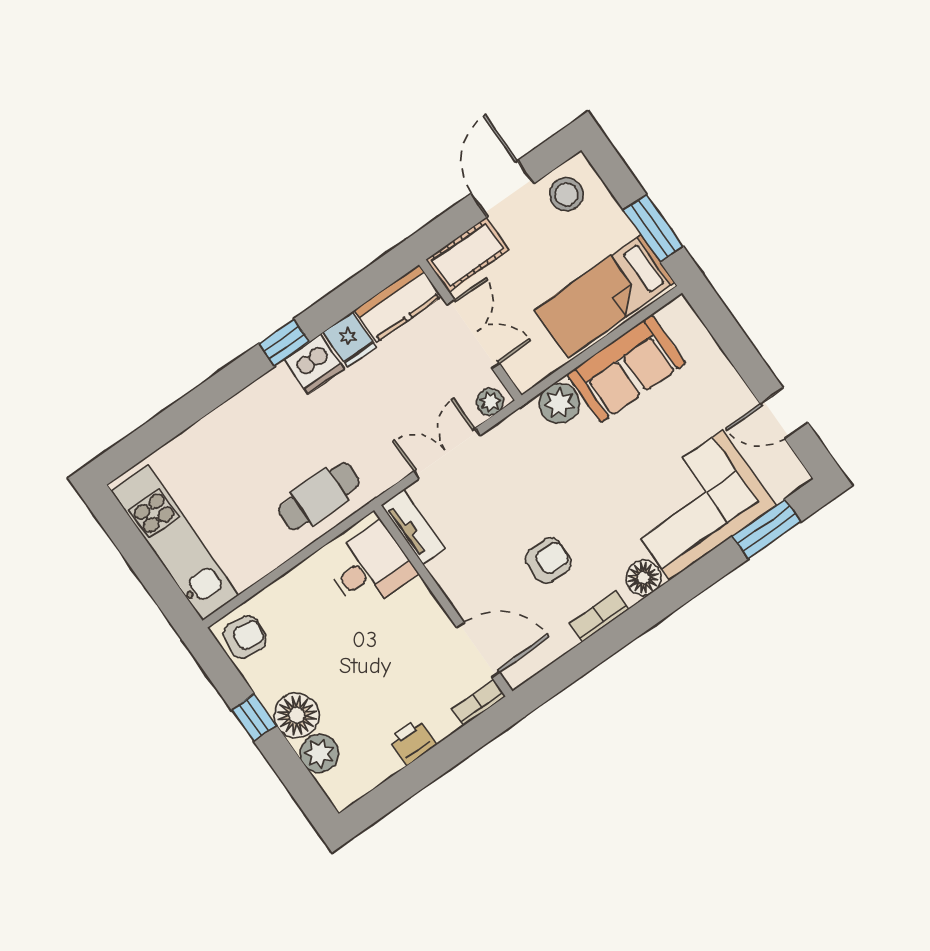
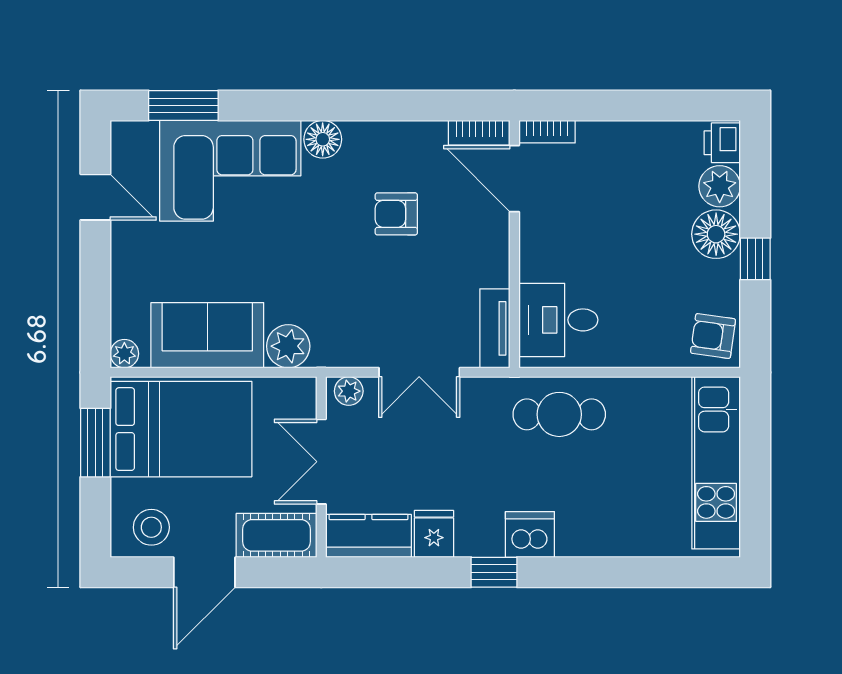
bed: (605, 296) -> (181, 429), width x1.50
plant: (679, 311) -> (124, 354), added
dishwasher: (314, 364) -> (530, 534), moved
bookcase: (599, 616) -> (479, 133), moved
printer: (413, 742) -> (722, 143), moved, turned 90

